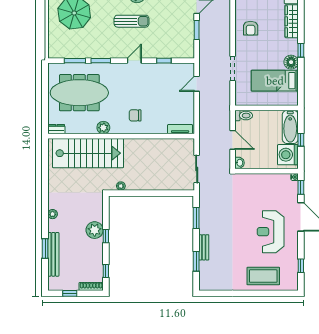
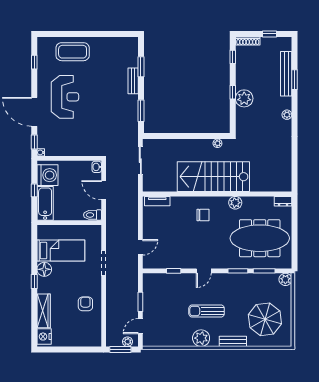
plant: (54, 52) -> (285, 279), added
stairs: (88, 153) -> (213, 177), moved

